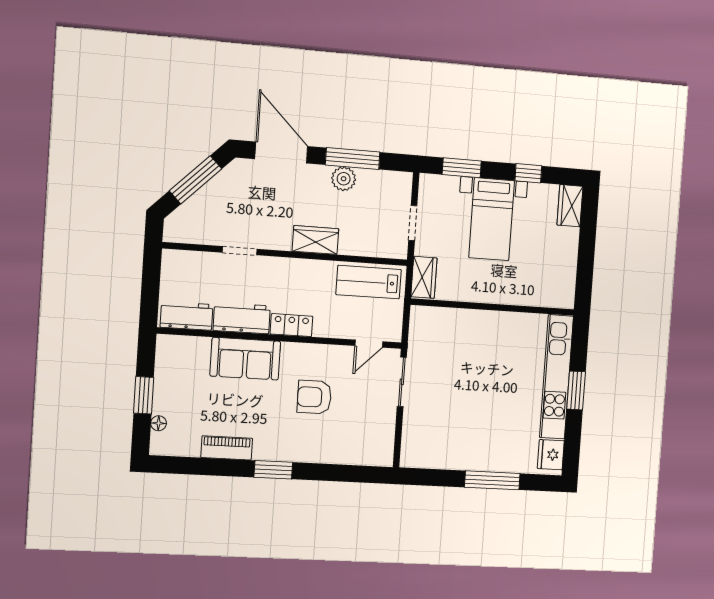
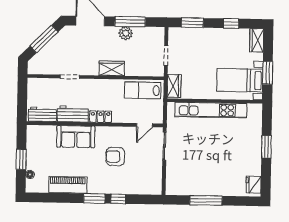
bed with nightstands: (492, 219) -> (240, 80), moved, turned 90
window: (585, 263) -> (268, 73), added
kitchen unit: (556, 377) -> (211, 110), moved, turned -90
piano: (227, 448) -> (68, 185), width x1.37, depth x1.33
window: (316, 472) -> (118, 199), added
window: (492, 480) -> (206, 200), moved

